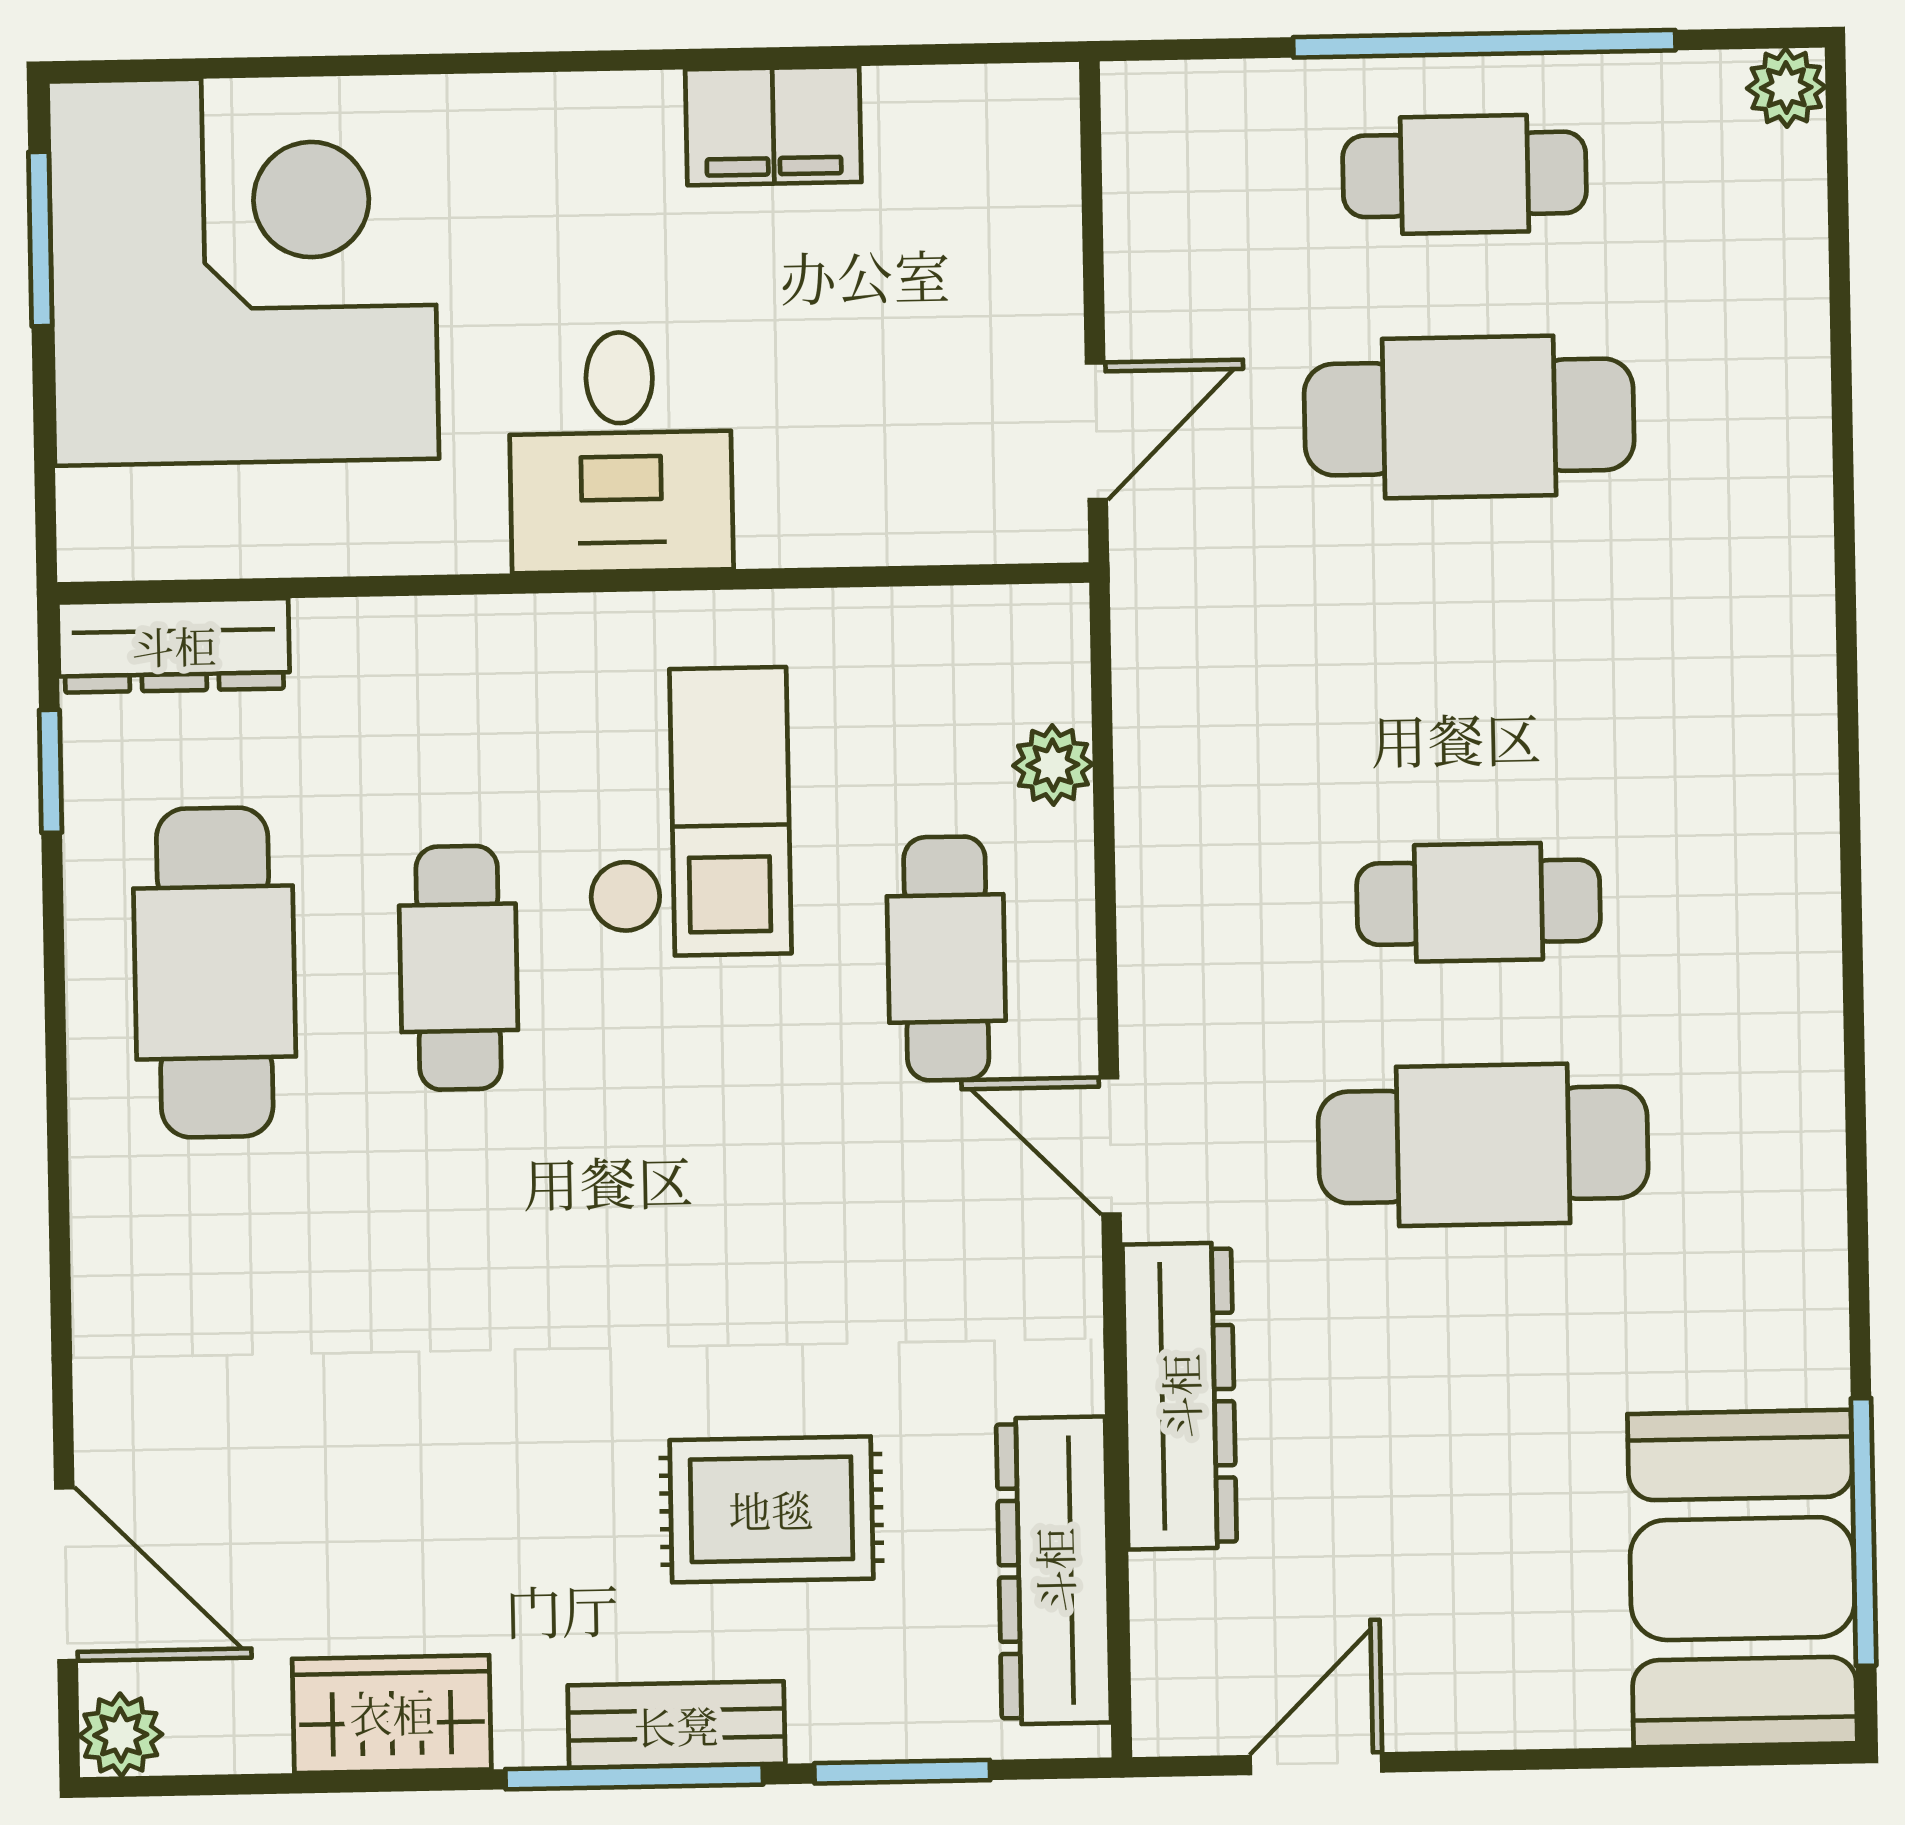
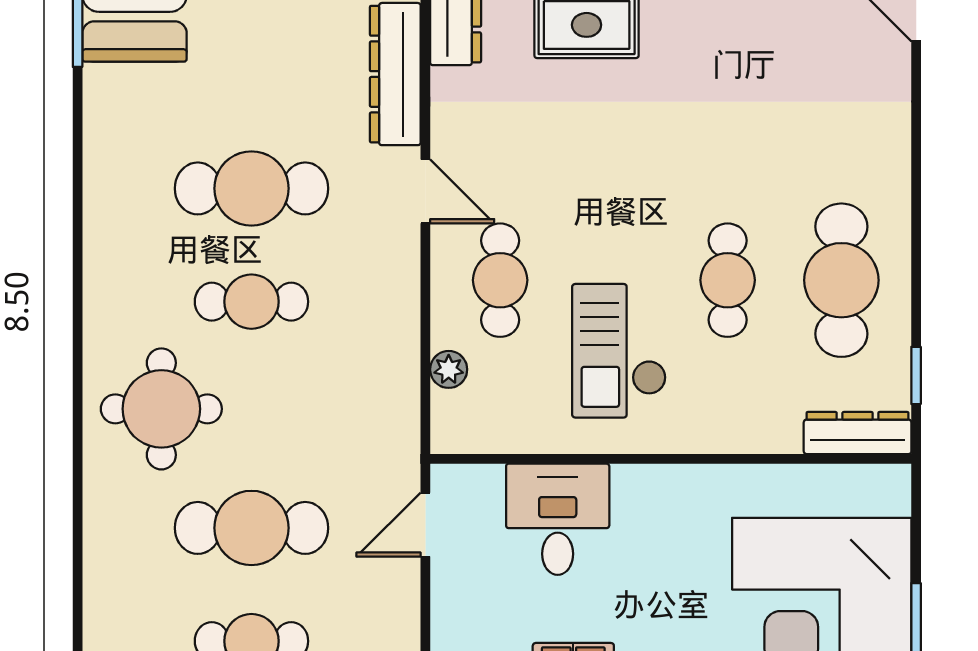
desk: (621, 452) -> (558, 519), moved
round table: (1667, 669) -> (161, 409), added

